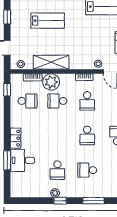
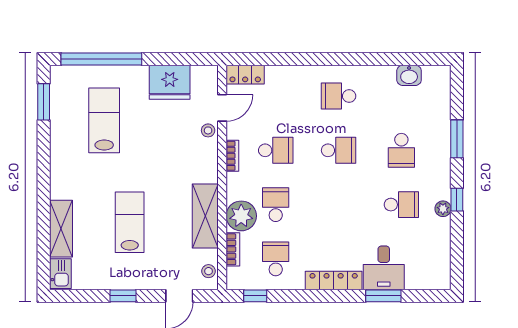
school desk: (57, 101) -> (276, 205), turned 180
locker: (16, 138) -> (334, 280), width x1.53

